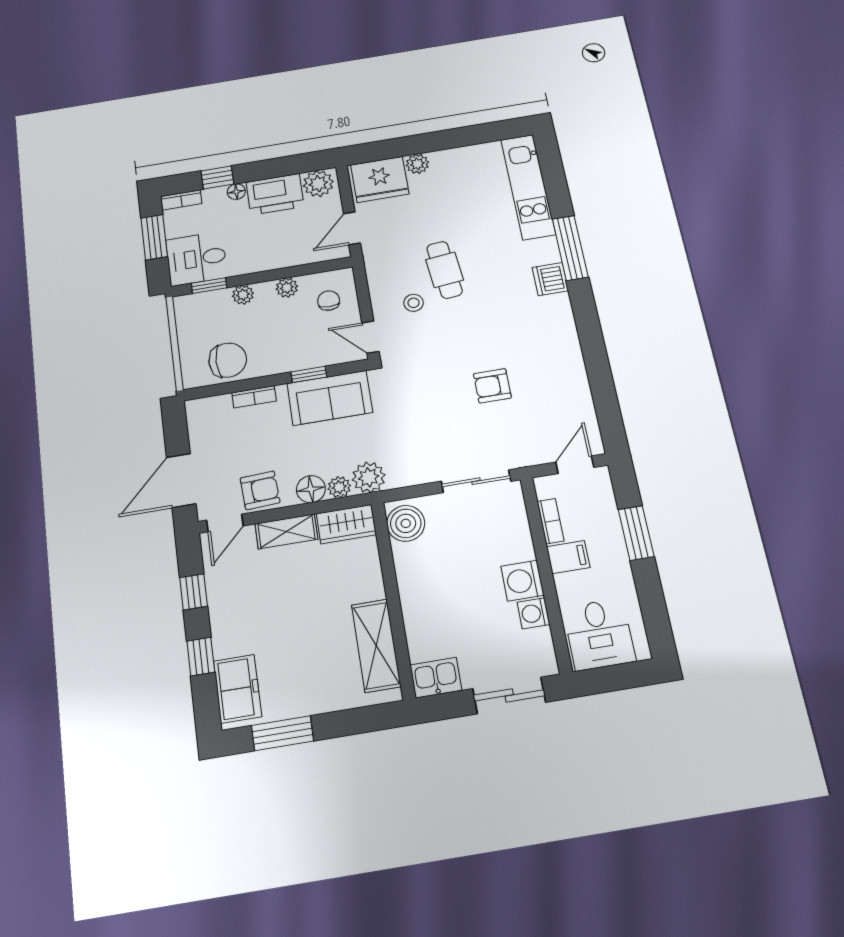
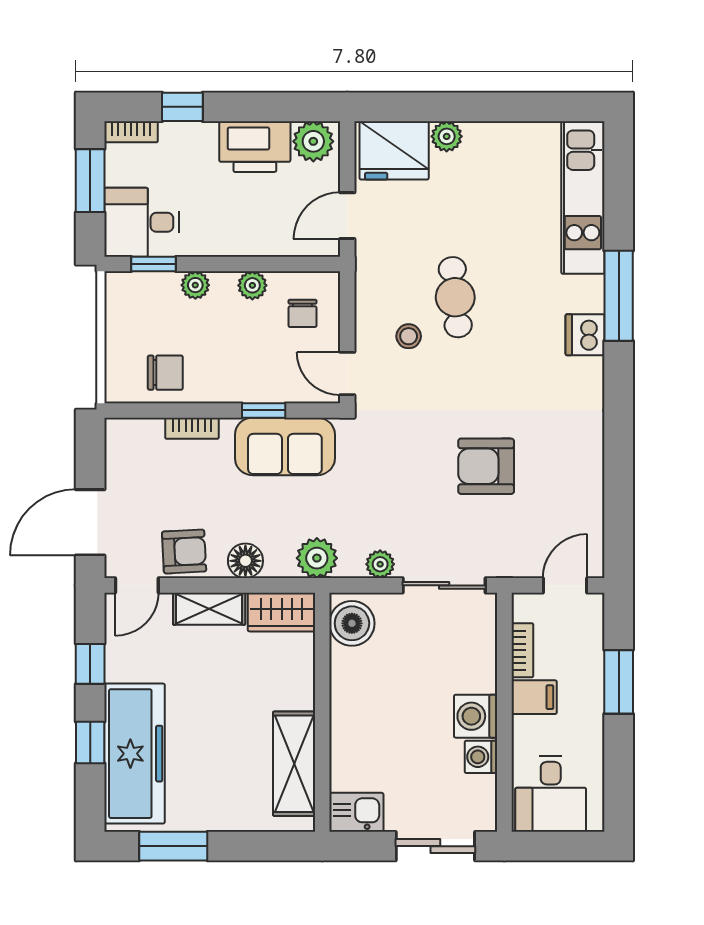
floor lamp: (236, 192) -> (205, 133), removed
chair: (329, 301) -> (303, 313), turned 180
chair: (228, 360) -> (165, 373), width x0.73, depth x0.73
armchair: (492, 386) -> (486, 466), width x1.38, depth x1.38
plant: (339, 487) -> (380, 564), moved
freezer: (237, 689) -> (135, 754), width x1.91, depth x1.26

